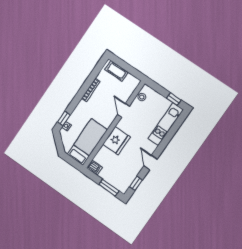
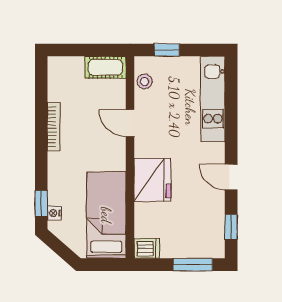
cot: (117, 71) -> (105, 67), moved
window: (174, 99) -> (167, 50), moved

